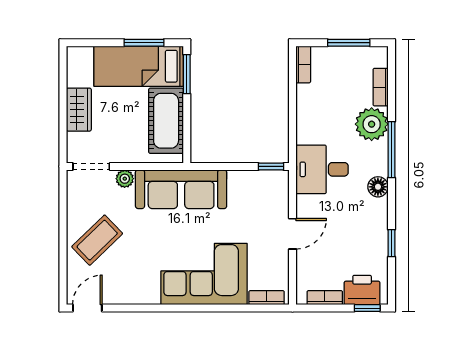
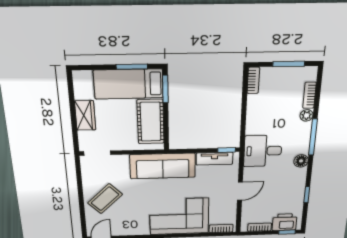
plant: (372, 124) -> (307, 115), width x0.53, depth x0.53
plant: (125, 179) -> (122, 160), removed
tv unit: (254, 180) -> (215, 159), added

